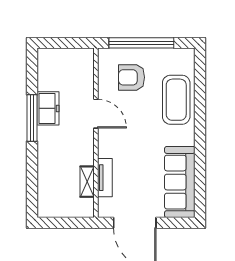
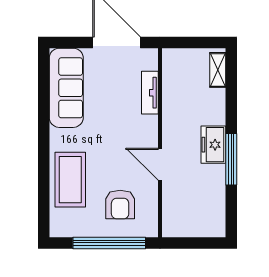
armchair: (132, 77) -> (120, 204), turned 90
freezer: (48, 108) -> (213, 145), moved
shelving: (87, 182) -> (218, 70), moved

